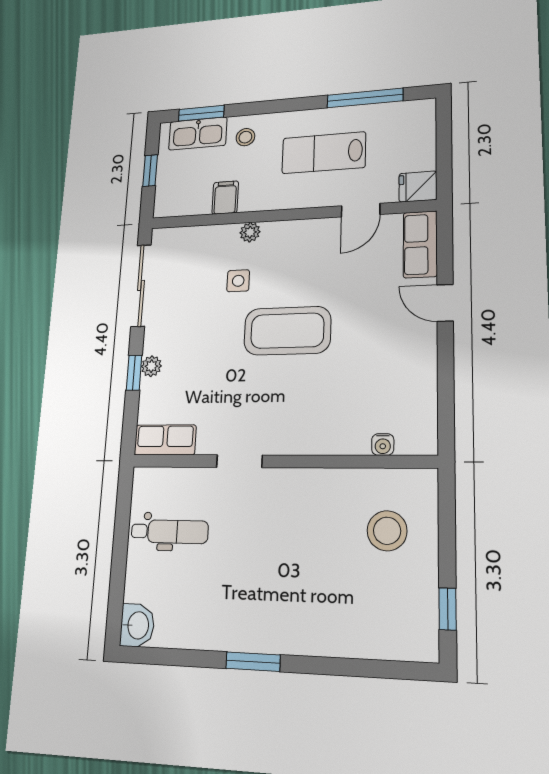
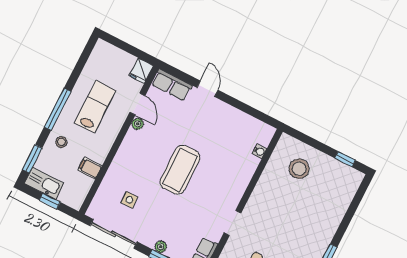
window: (365, 98) -> (58, 109), moved
kitchen sink: (198, 134) -> (44, 183), moved, turned -90
lab bench: (324, 153) -> (95, 107), turned 180
plant: (250, 232) -> (138, 124), moved
side table: (238, 281) -> (129, 200), moved
door: (445, 303) -> (207, 89), swing flipped

